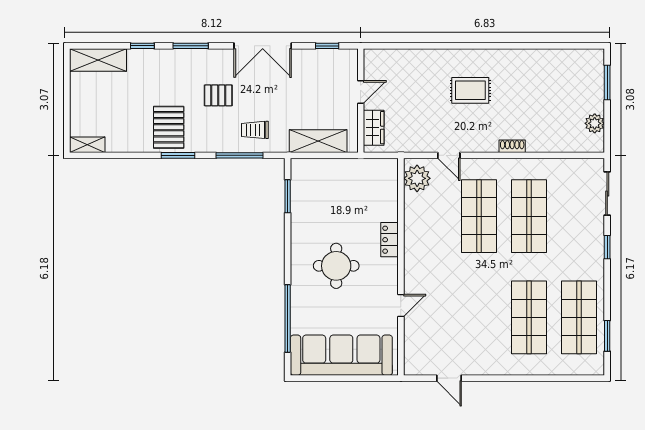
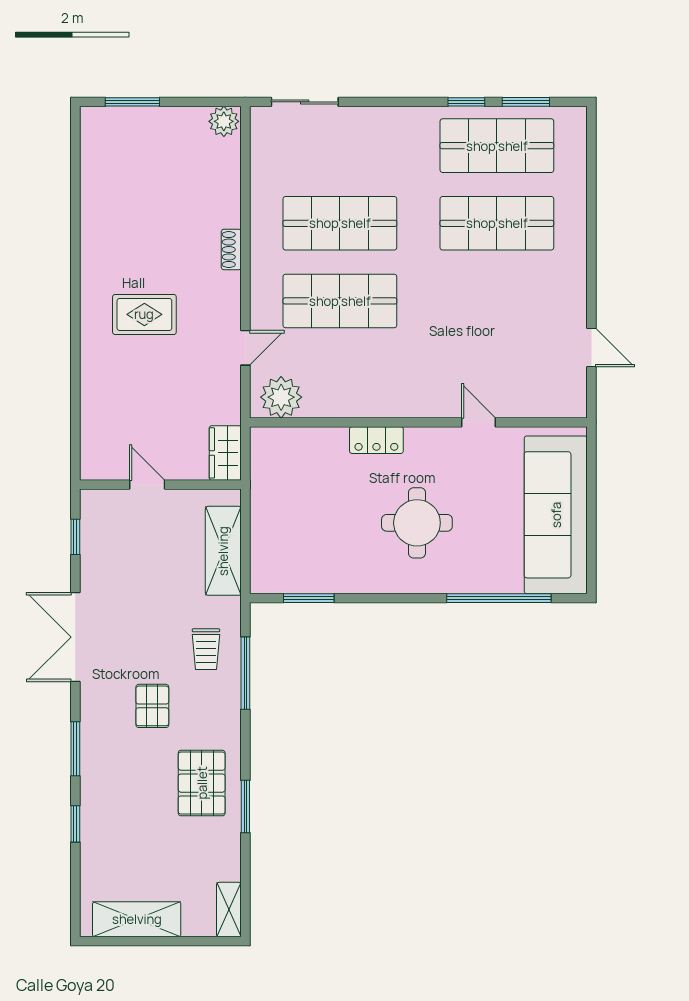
double door: (263, 46) -> (75, 637), swing flipped
shelving: (98, 60) -> (137, 919), moved, turned 90
rug: (470, 90) -> (144, 314), turned 90
plant: (595, 123) -> (224, 121), moved
pallet: (169, 127) -> (202, 783), turned 90
wardrobe: (374, 128) -> (225, 453), moved, turned -90
window: (178, 155) -> (245, 807), moved
window: (607, 247) -> (466, 102), moved
door: (449, 378) -> (591, 348), hinge flipped

